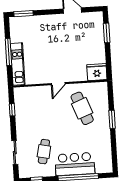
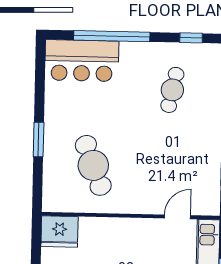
door: (58, 84) -> (177, 217), moved
bar counter: (75, 164) -> (82, 61), moved

